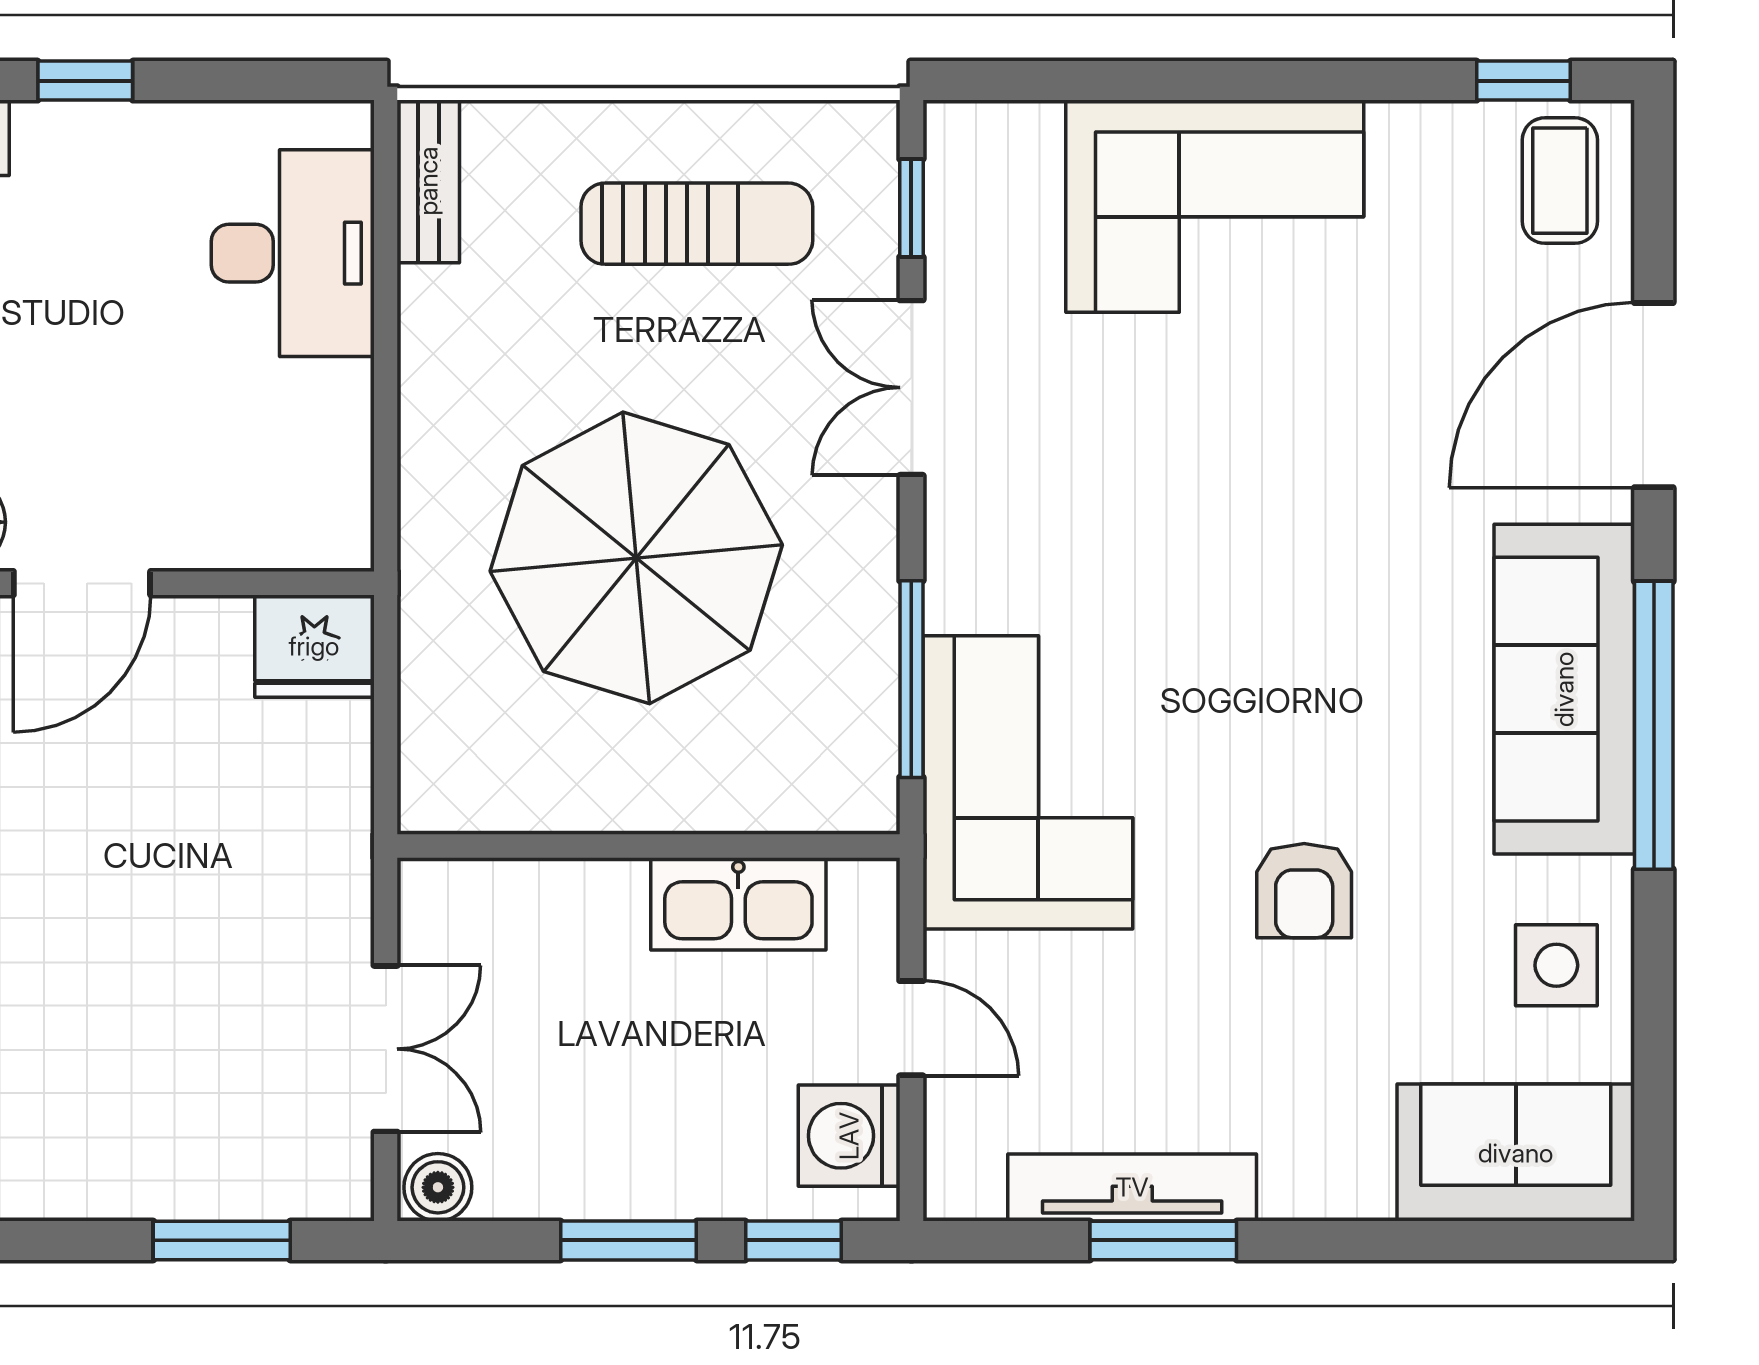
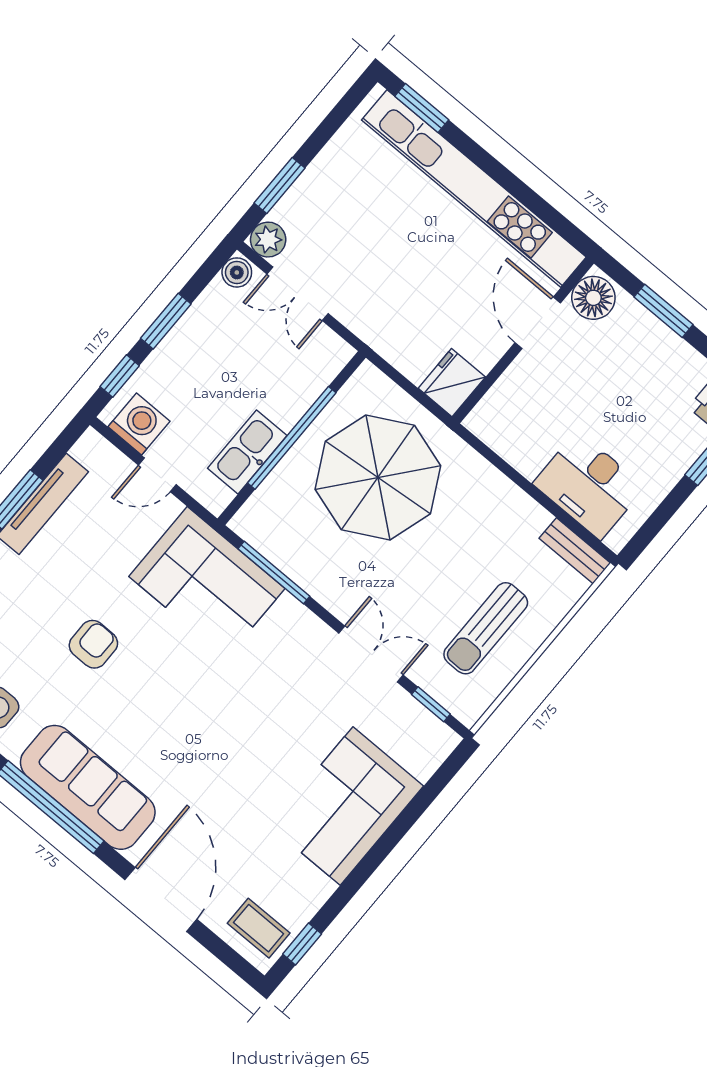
parasol: (636, 558) -> (378, 477), moved
window: (648, 846) -> (292, 438), added
armchair: (1304, 891) -> (93, 644), turned 90
plant: (334, 1181) -> (268, 240), added

